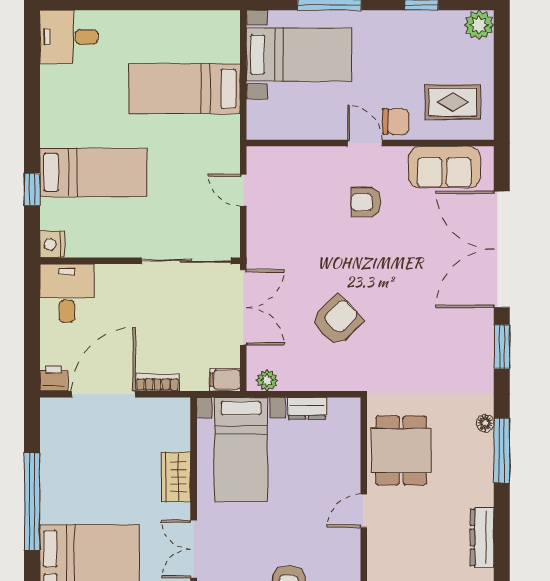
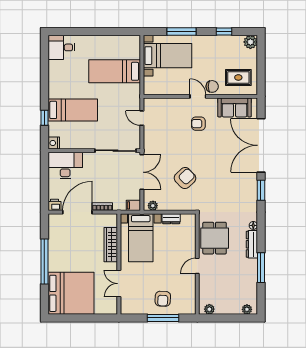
desk: (67, 293) -> (65, 166), width x1.37
window: (502, 451) -> (261, 268), moved
wardrobe: (176, 477) -> (111, 245), width x1.50
dresser: (482, 537) -> (252, 244), moved

